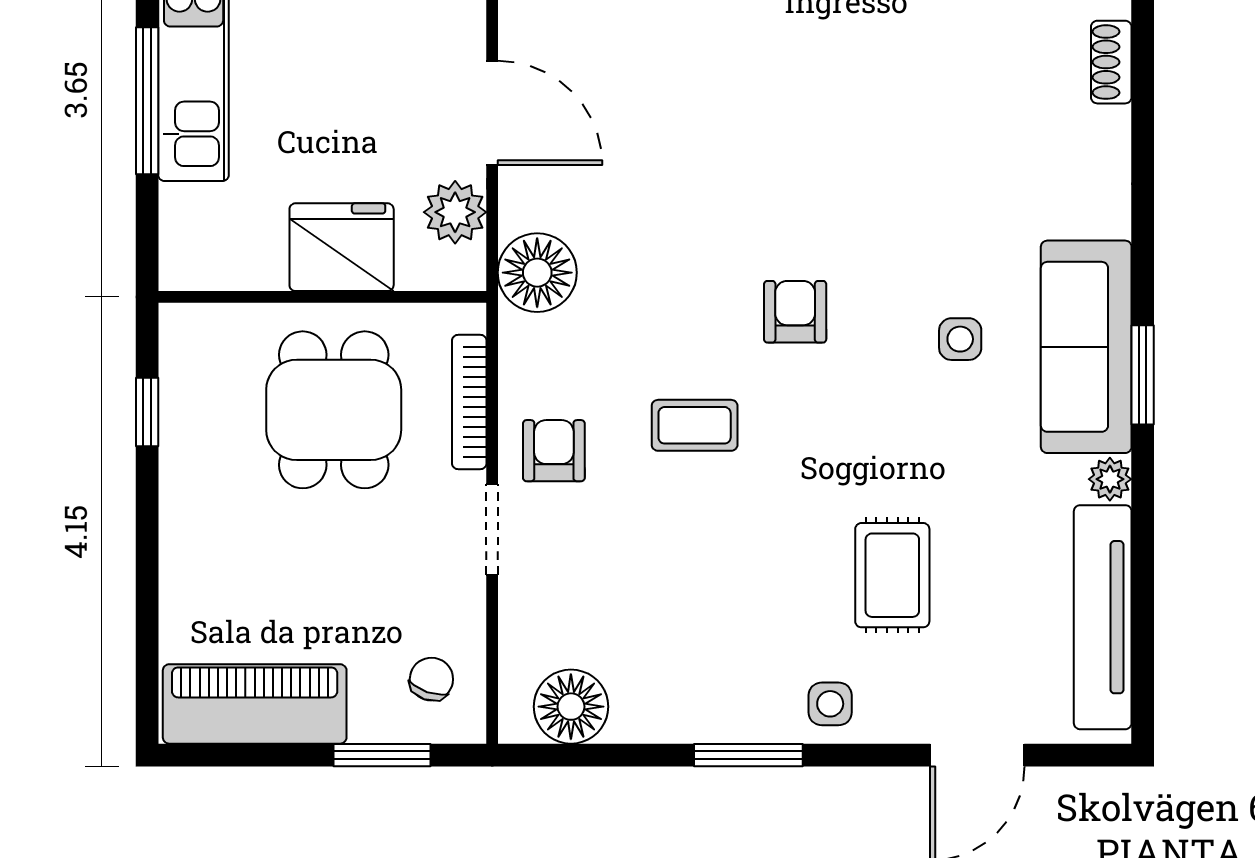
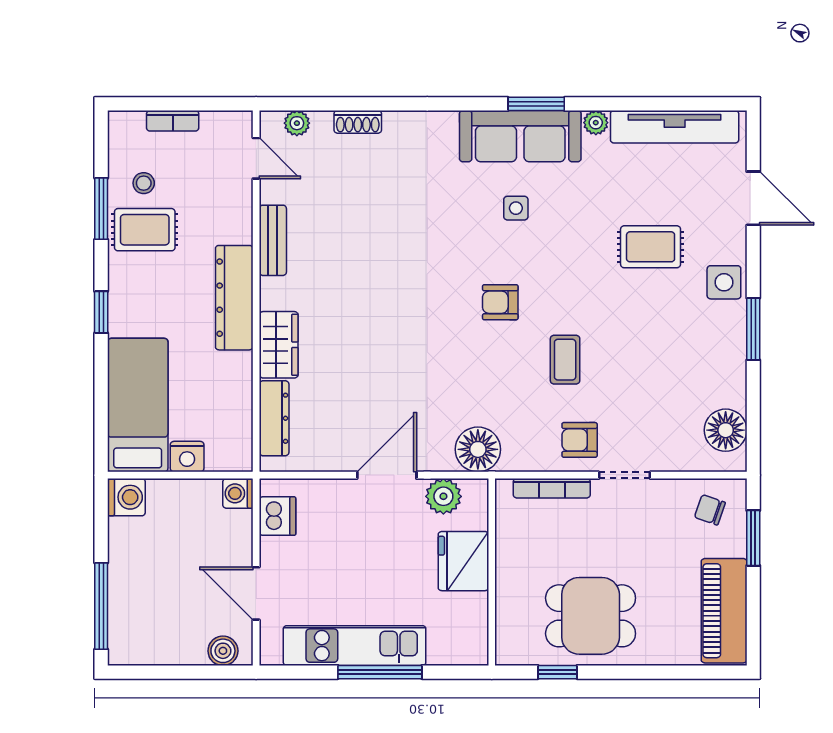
dining table: (334, 410) -> (591, 616), moved
side table: (830, 704) -> (724, 282), width x1.37, depth x1.37

